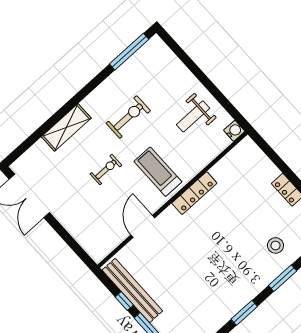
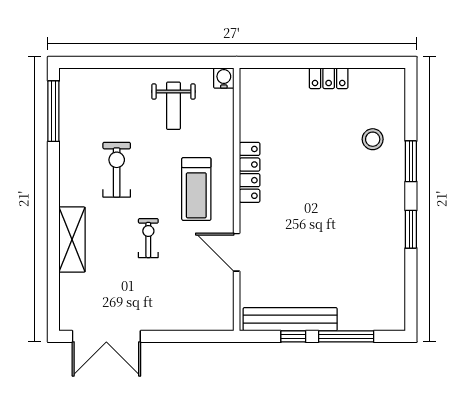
treadmill: (158, 172) -> (196, 189), turned -90

